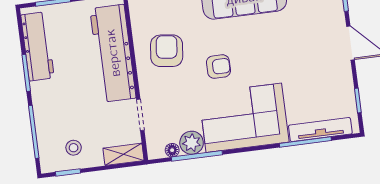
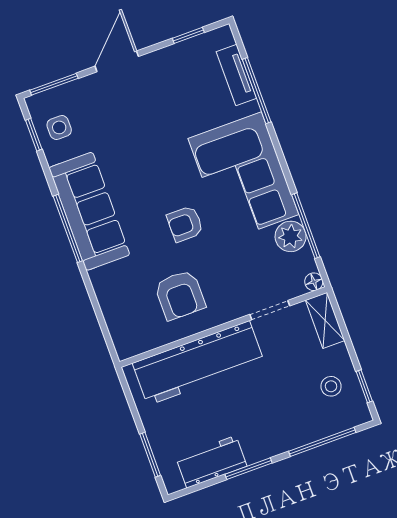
workbench: (38, 46) -> (211, 462), width x0.73
armchair: (167, 51) -> (180, 295), turned -97
armchair: (218, 67) -> (185, 224), turned -90
tv unit: (320, 130) -> (236, 75), width x0.71
floor lamp: (172, 150) -> (314, 282), moved

